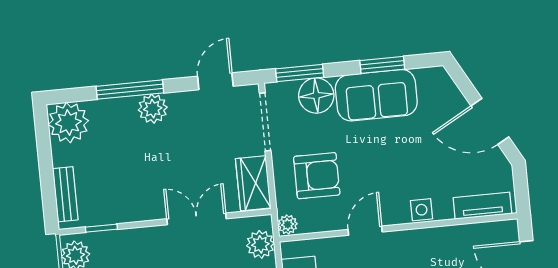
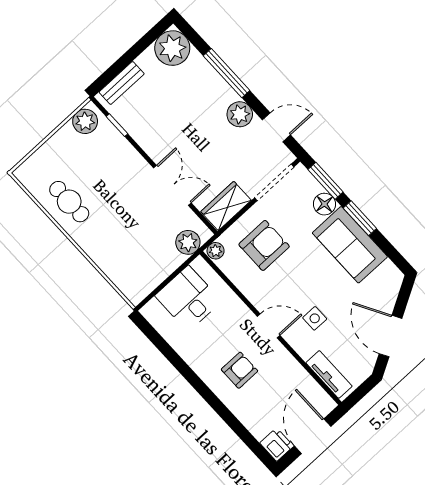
window: (382, 65) -> (360, 218), moved
floor lamp: (316, 95) -> (325, 204), width x0.73, depth x0.73
plant: (153, 109) -> (240, 114), moved
armchair: (317, 176) -> (264, 245), turned -90
side table: (422, 210) -> (315, 318), moved
door: (365, 231) -> (269, 326), moved

